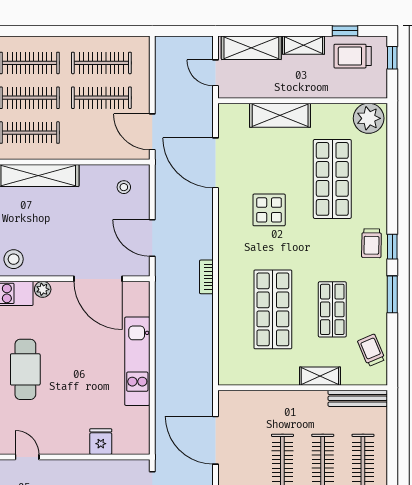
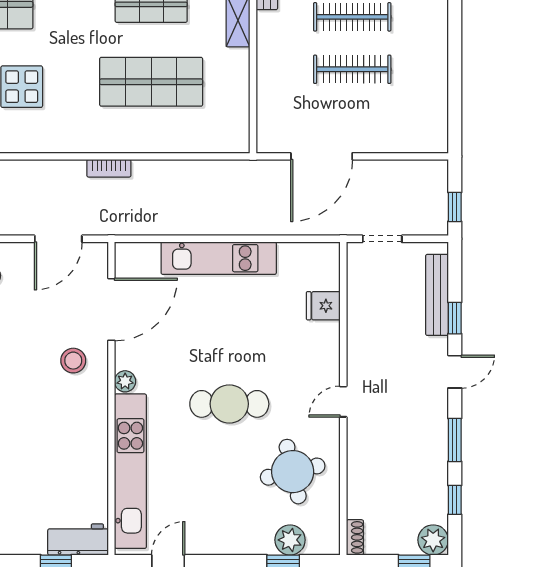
stool: (14, 259) -> (73, 361), moved

